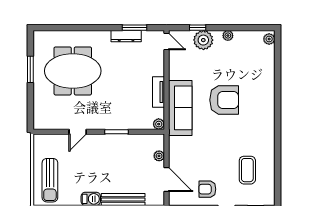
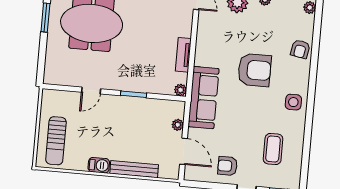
armchair: (264, 77) -> (300, 49), added
sofa: (180, 108) -> (204, 98), moved
side table: (262, 126) -> (293, 102), added

